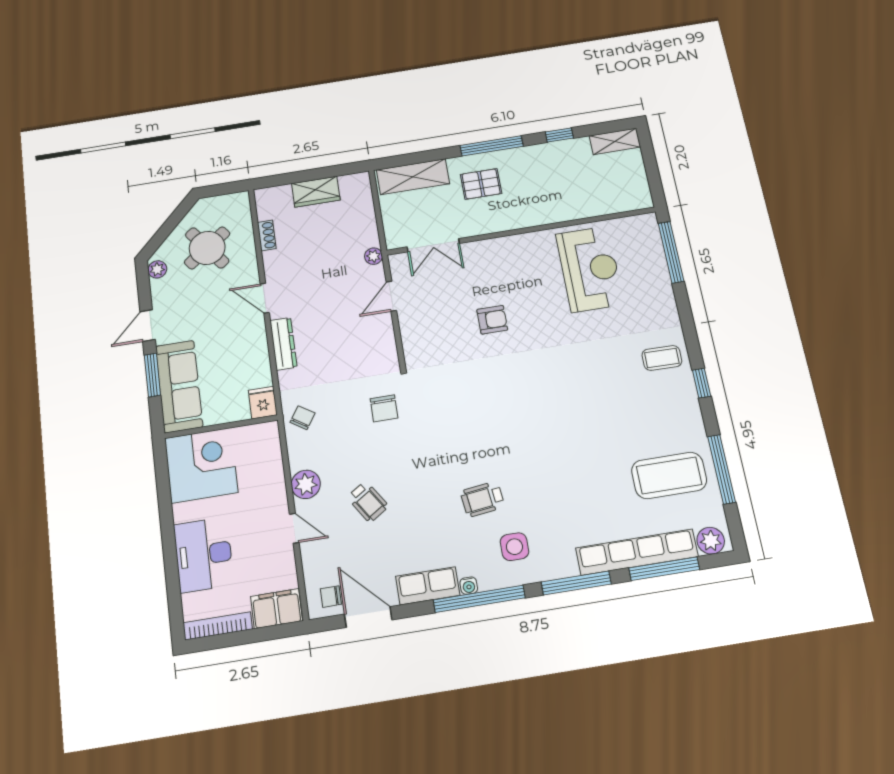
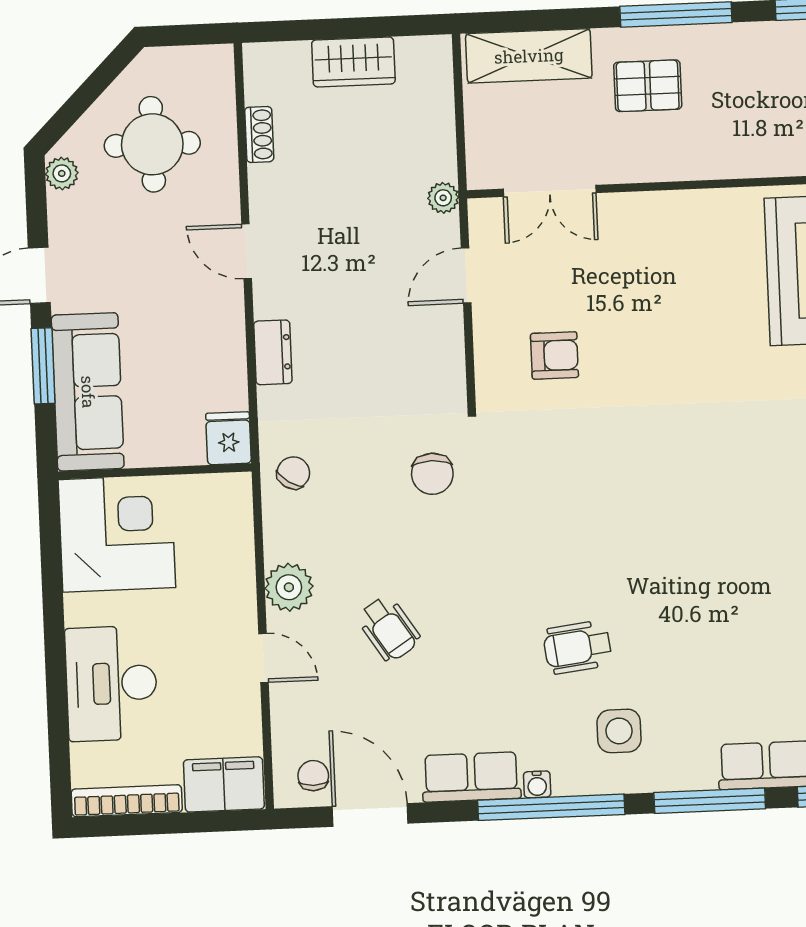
round table: (207, 248) -> (152, 144), turned 37
armchair: (492, 320) -> (554, 355), moved
dresser: (284, 344) -> (273, 352), width x0.70
chair: (331, 597) -> (313, 776), turned 90

